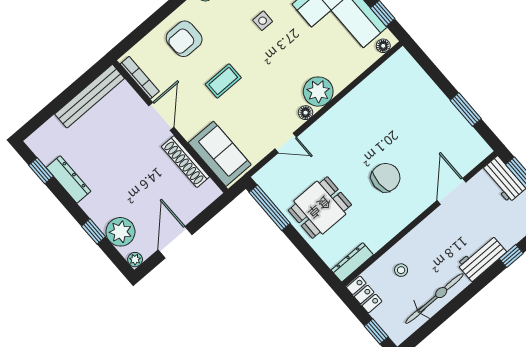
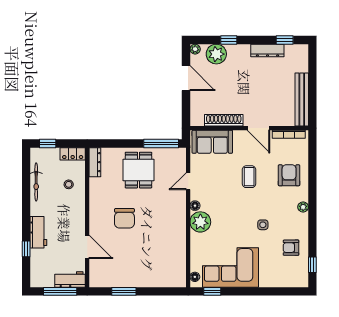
bicycle: (434, 298) -> (36, 182), width x0.73, depth x0.71

